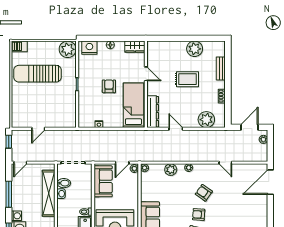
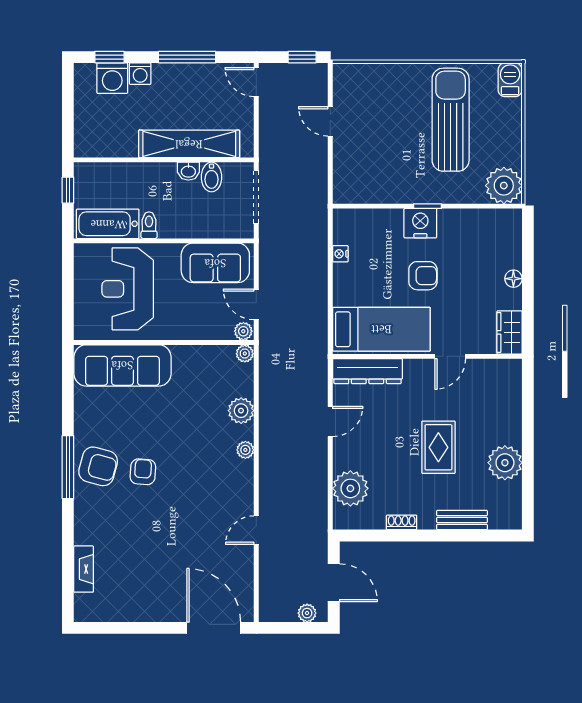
nightstand: (89, 48) -> (420, 223), moved, turned -90
armchair: (204, 193) -> (190, 483), removed

